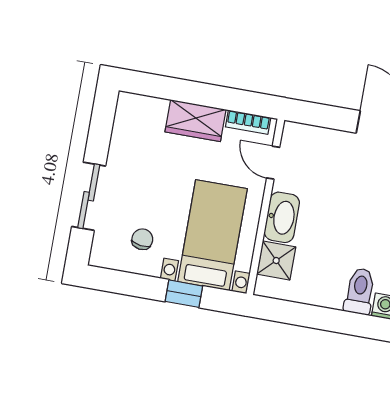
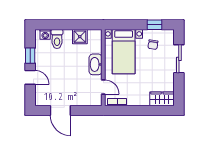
wardrobe: (196, 121) -> (162, 99), moved
shower: (276, 260) -> (80, 37), moved
window: (184, 294) -> (154, 25), moved

